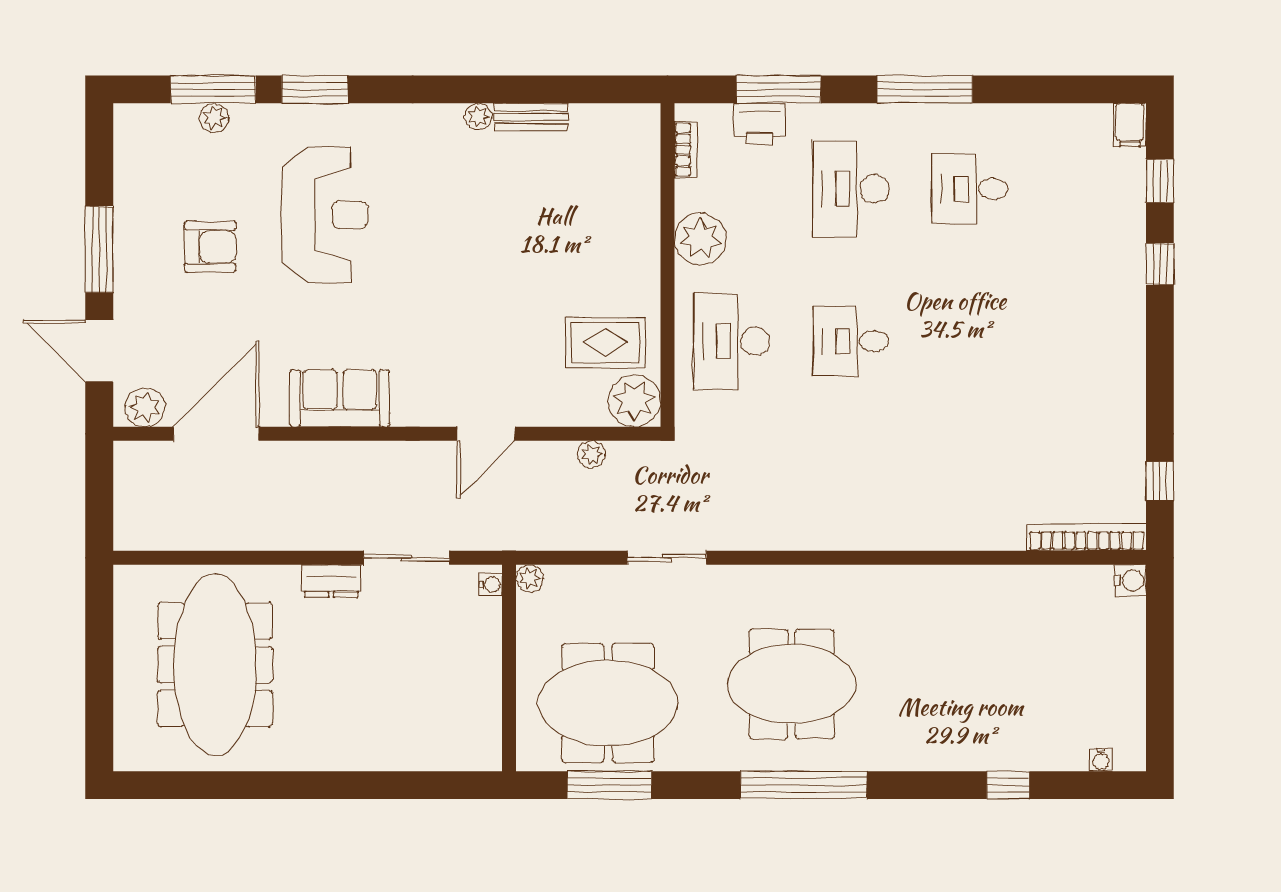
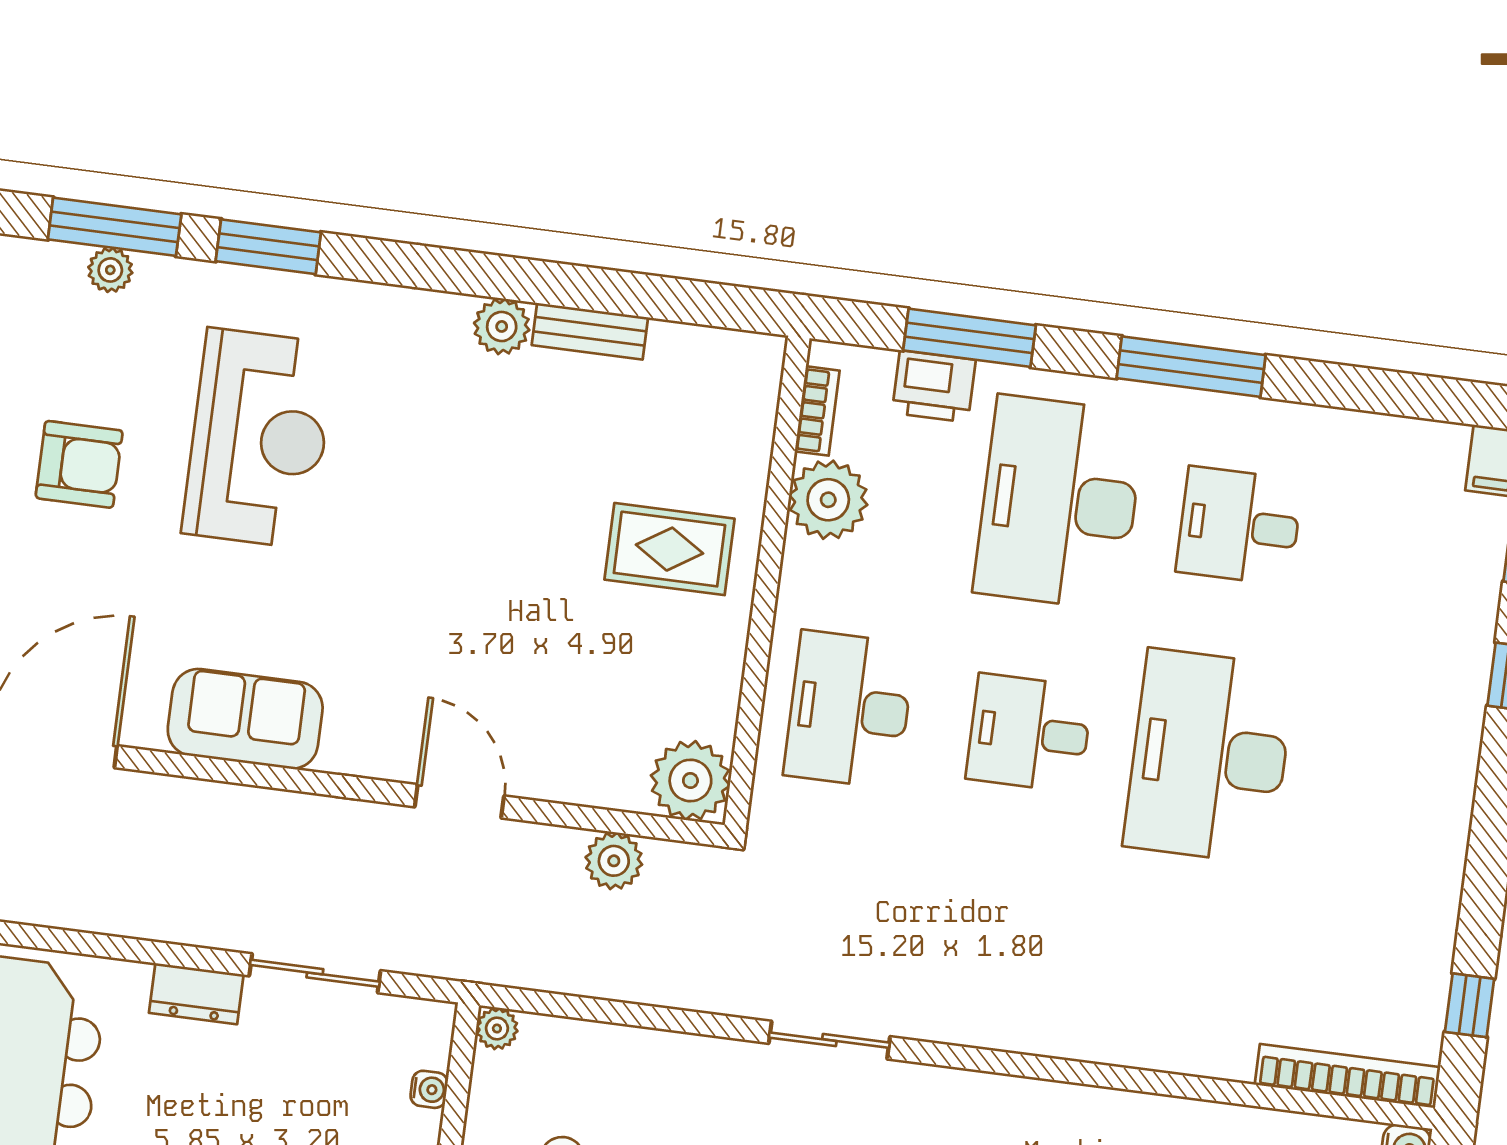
plant: (478, 117) -> (502, 326), width x1.38, depth x1.38
desk: (851, 189) -> (1059, 502), width x1.36, depth x1.30
plant: (700, 239) -> (828, 500), moved
desk: (970, 341) -> (1209, 756), added
rug: (605, 343) -> (669, 549), moved
door: (486, 434) -> (459, 801), swing flipped
plant: (591, 454) -> (614, 861), width x1.38, depth x1.38
sliding door: (667, 558) -> (829, 1040), moved
water cooler: (491, 584) -> (429, 1089), moved

